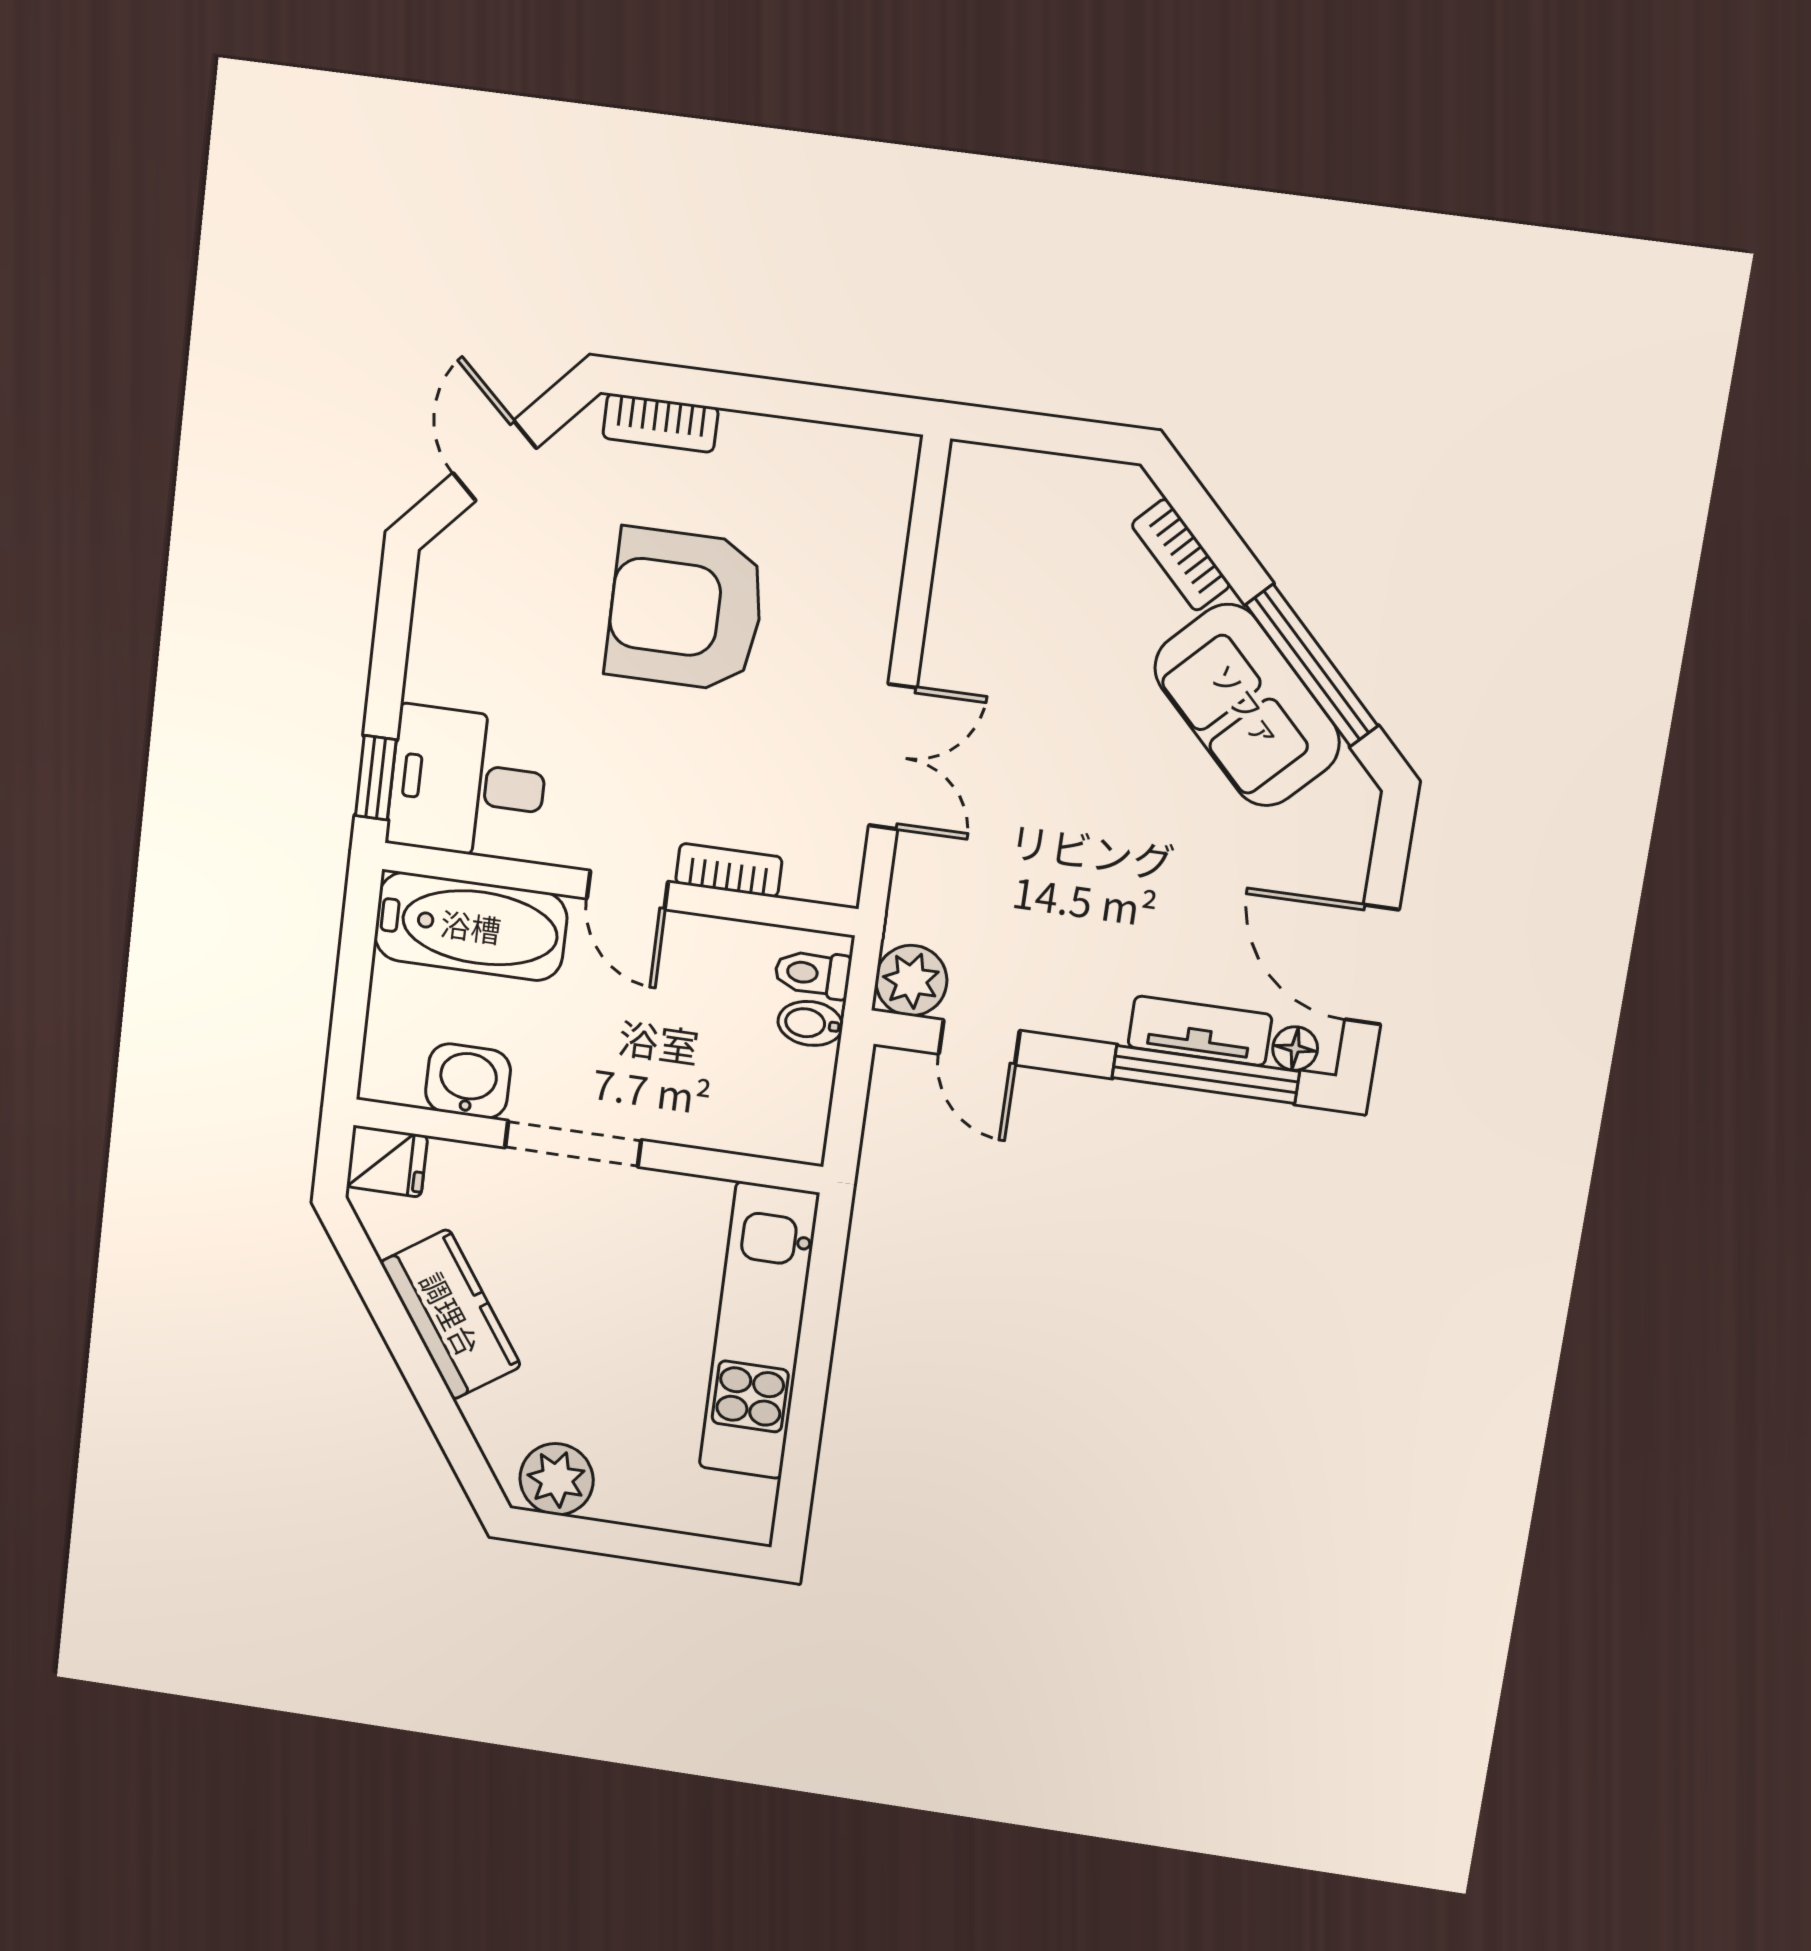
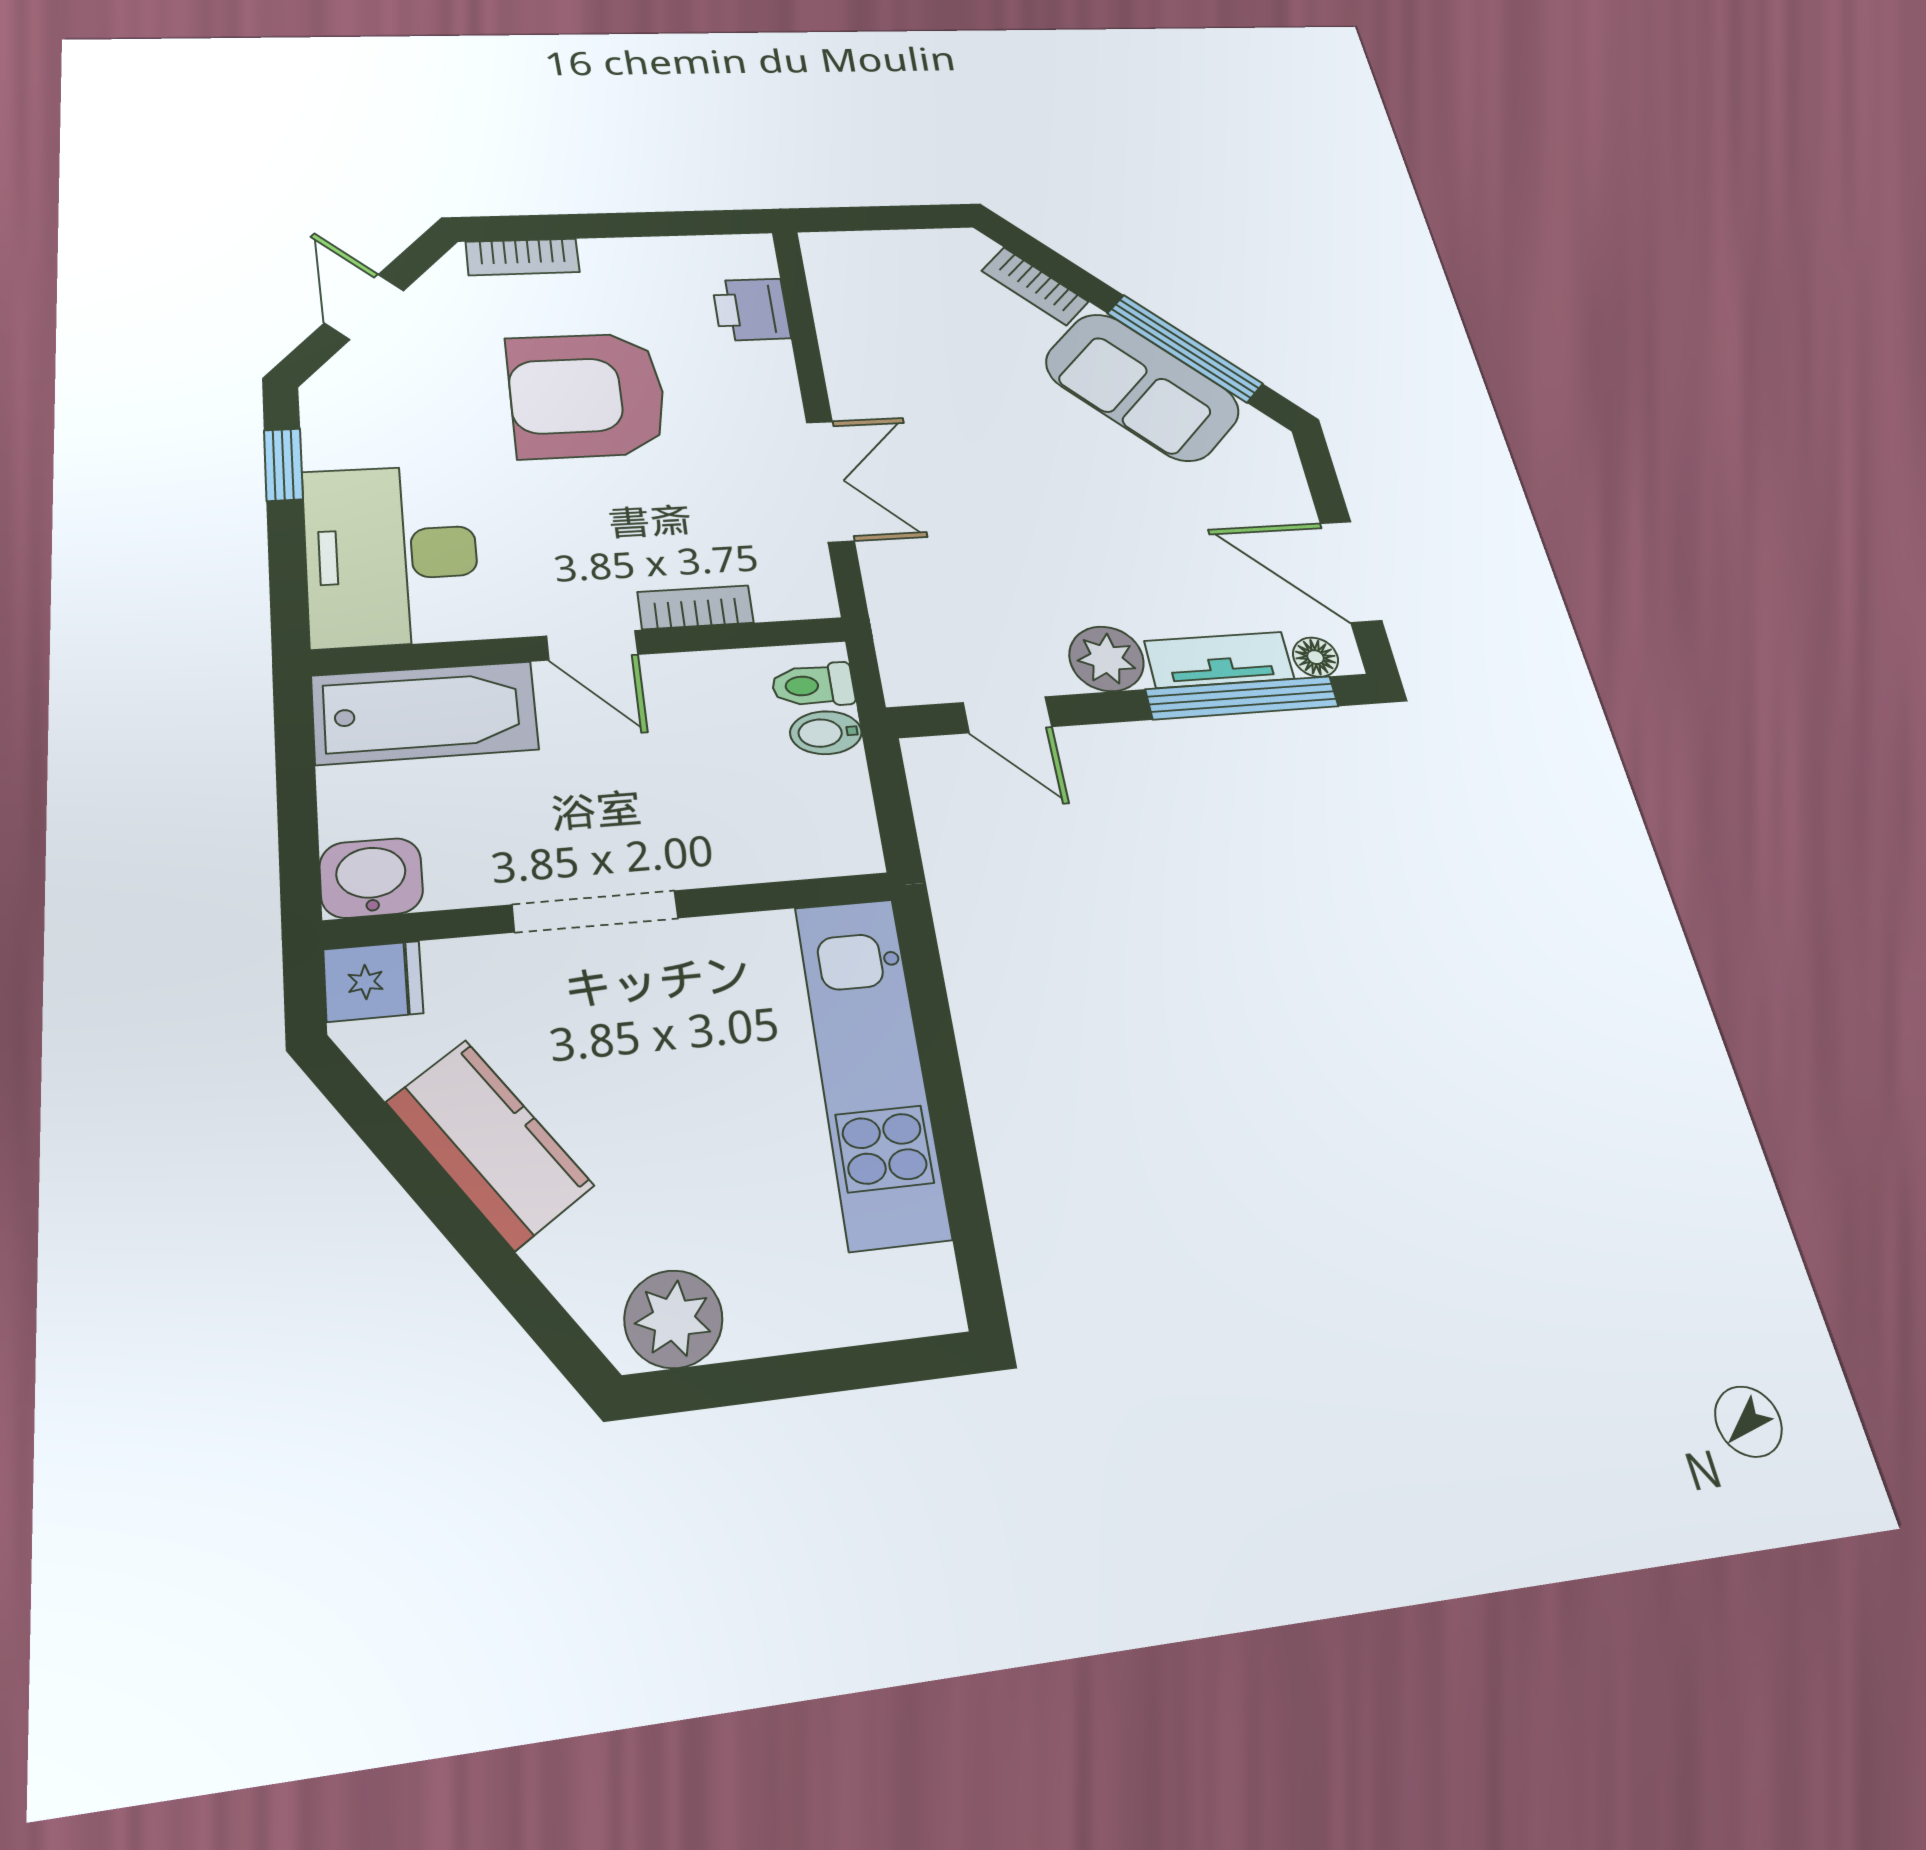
printer: (874, 532) -> (751, 309), added
window: (376, 778) -> (283, 465), moved
desk: (468, 783) -> (391, 555), width x1.37
plant: (911, 981) -> (1107, 659), moved
washbasin: (468, 1081) -> (371, 878), moved

